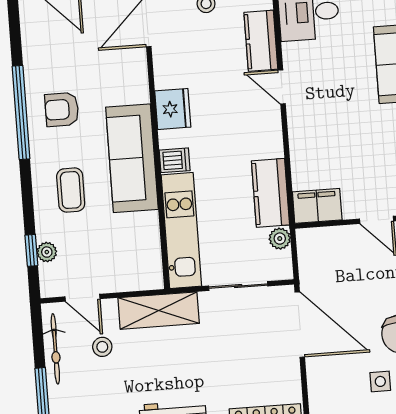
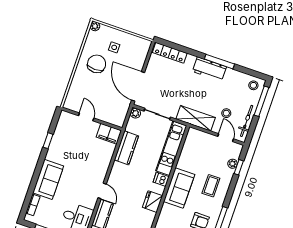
sofa: (132, 158) -> (179, 188), width x0.73
plant: (280, 239) -> (135, 113), moved

